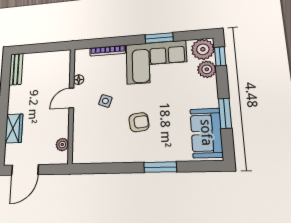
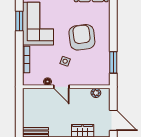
armchair: (139, 122) -> (82, 37), width x1.88, depth x1.88
window: (160, 167) -> (113, 62), moved

